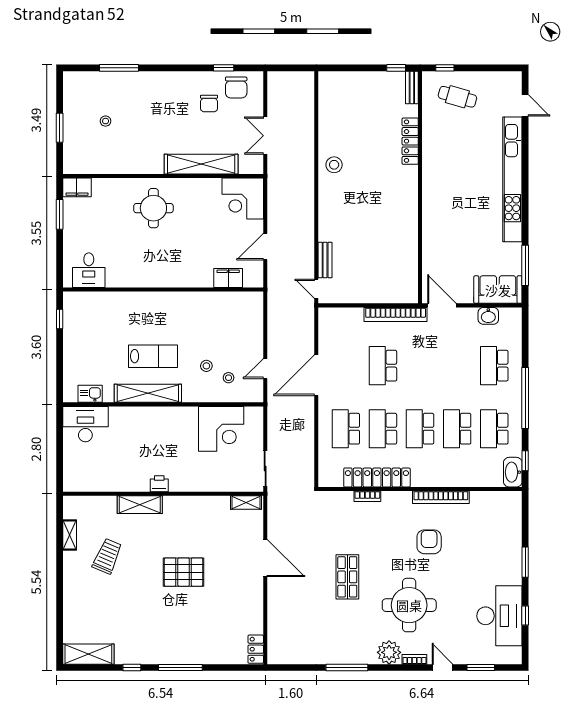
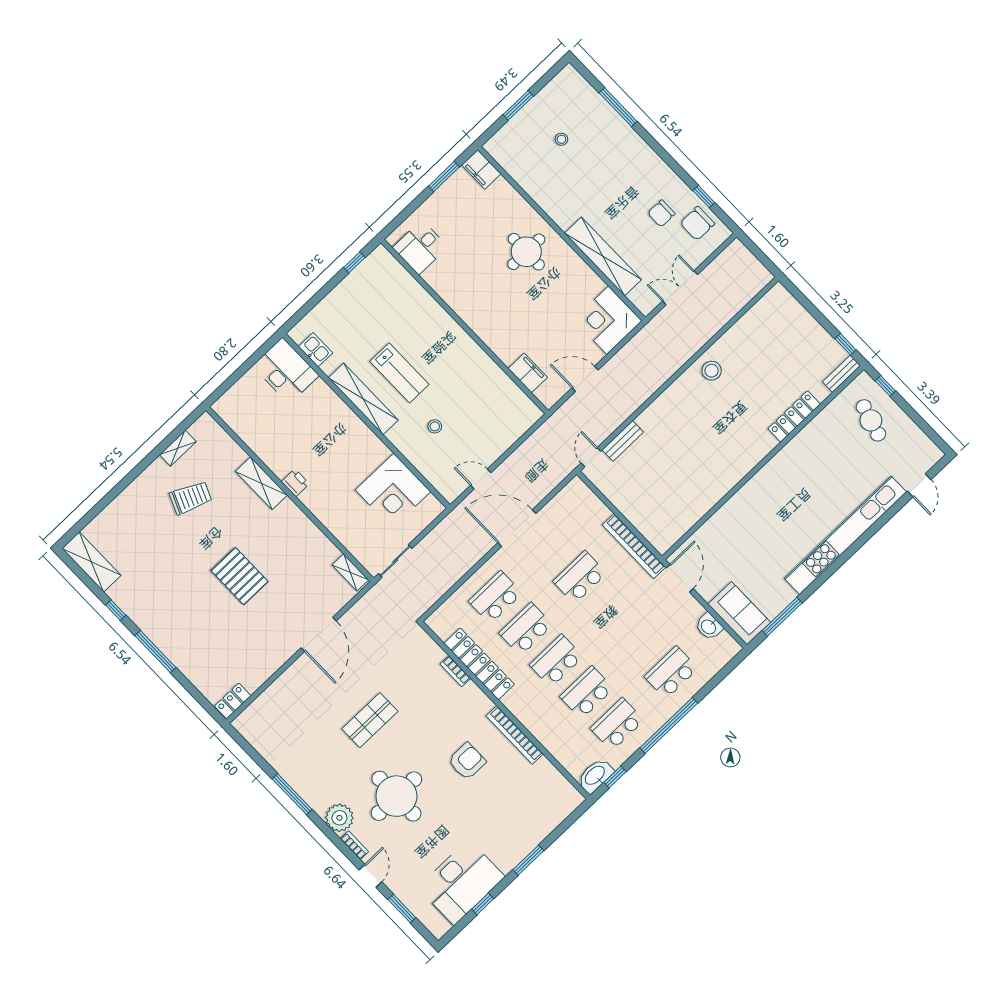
stool: (229, 378) -> (443, 455), removed

